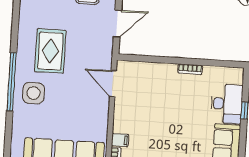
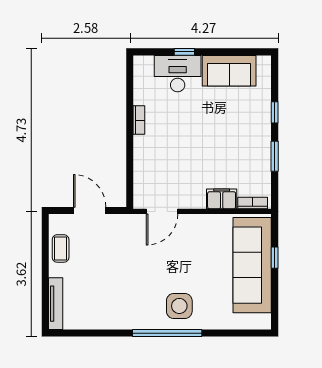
rug: (50, 51) -> (128, 289), removed
filing cabinet: (120, 140) -> (222, 199), width x2.00

